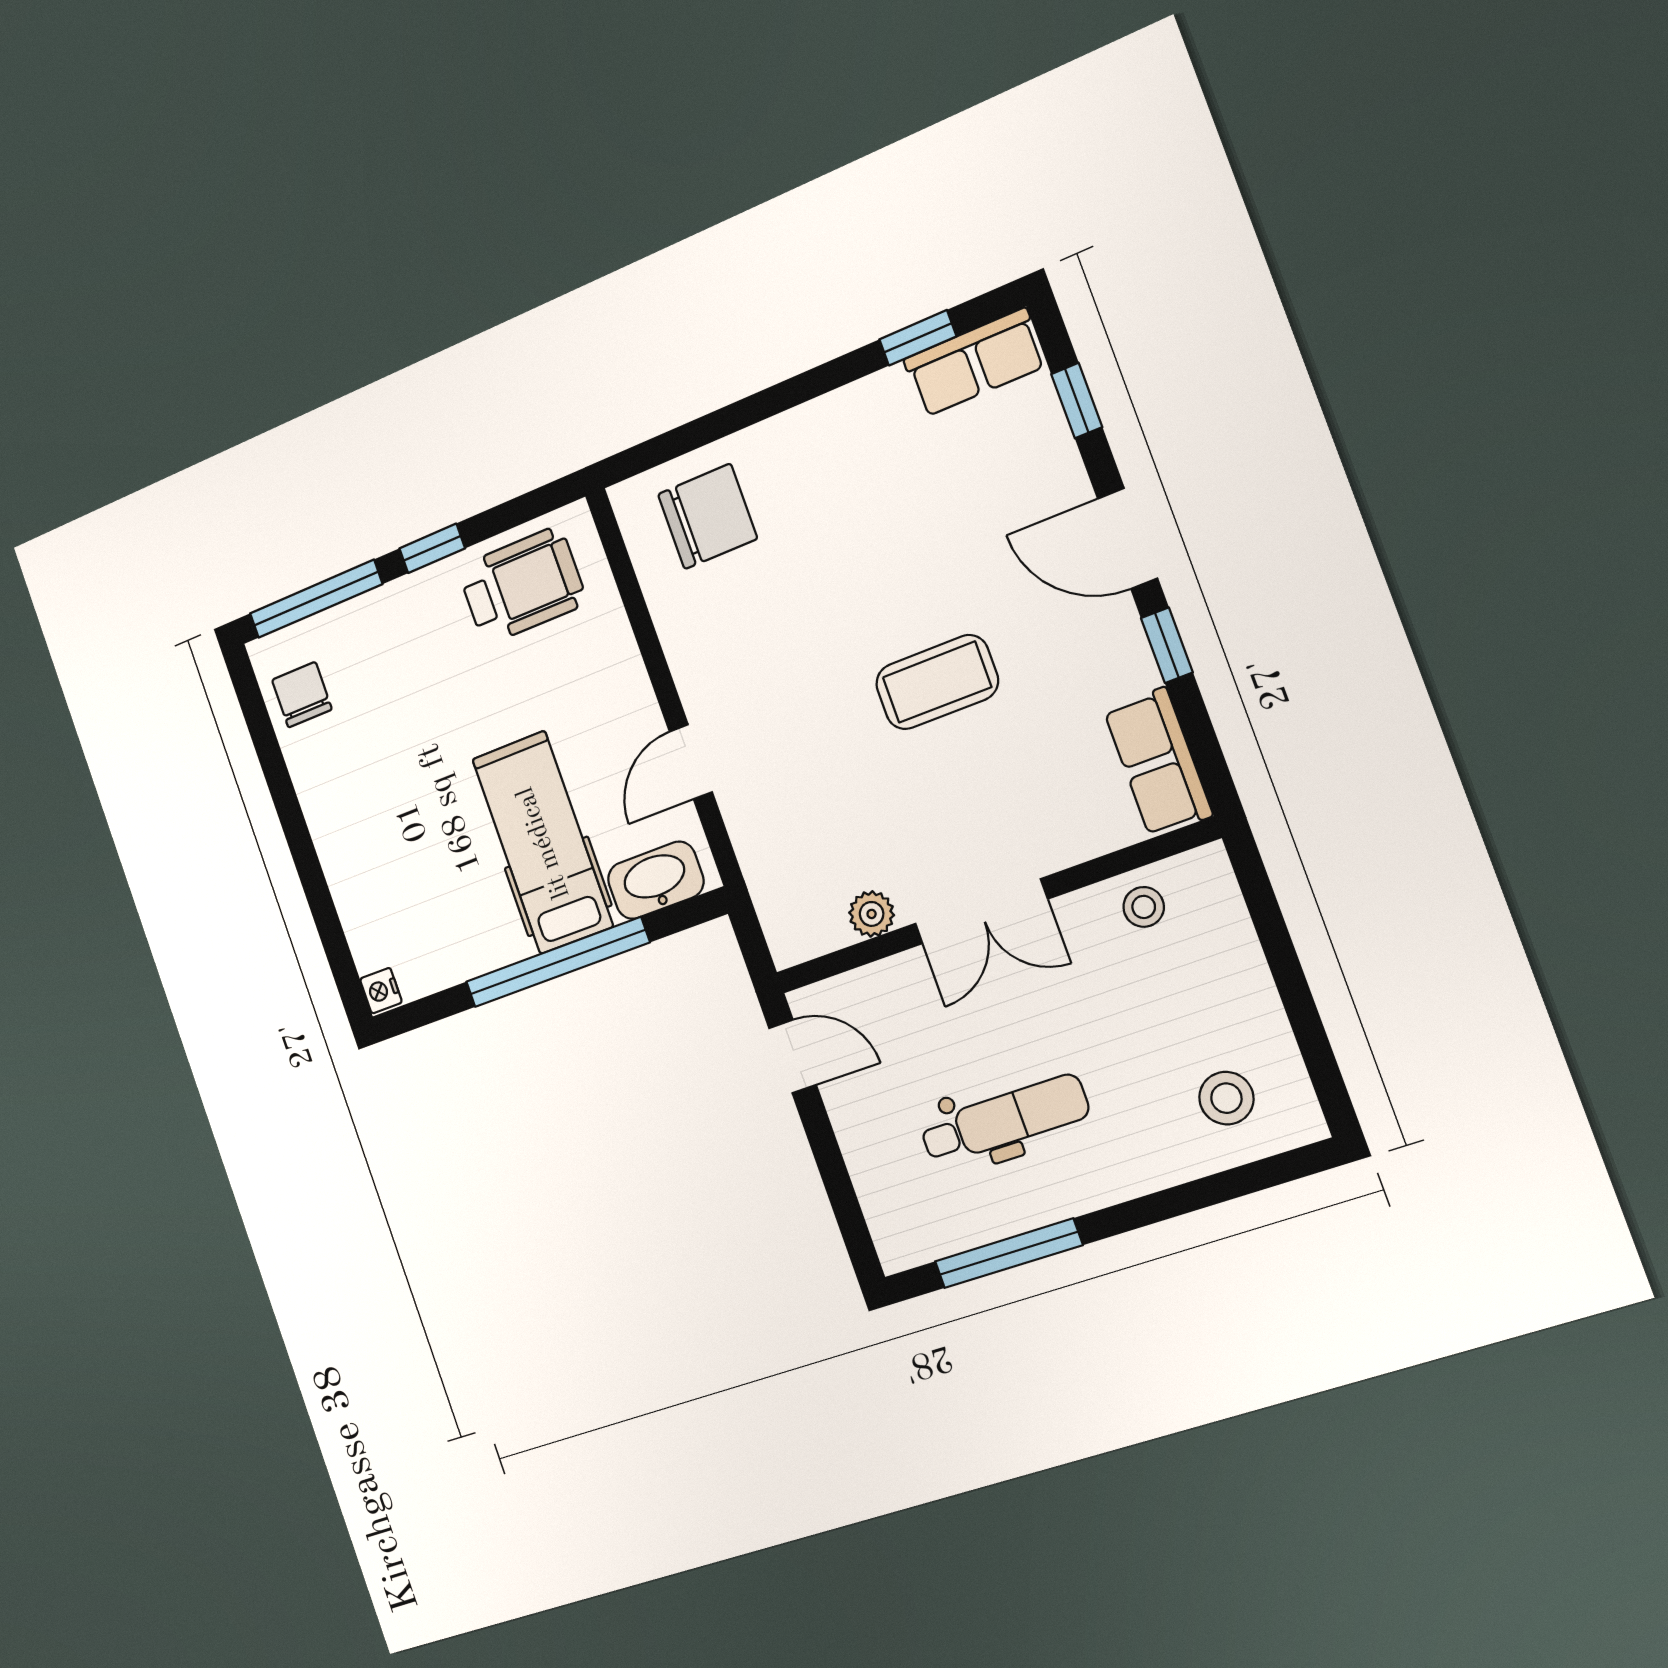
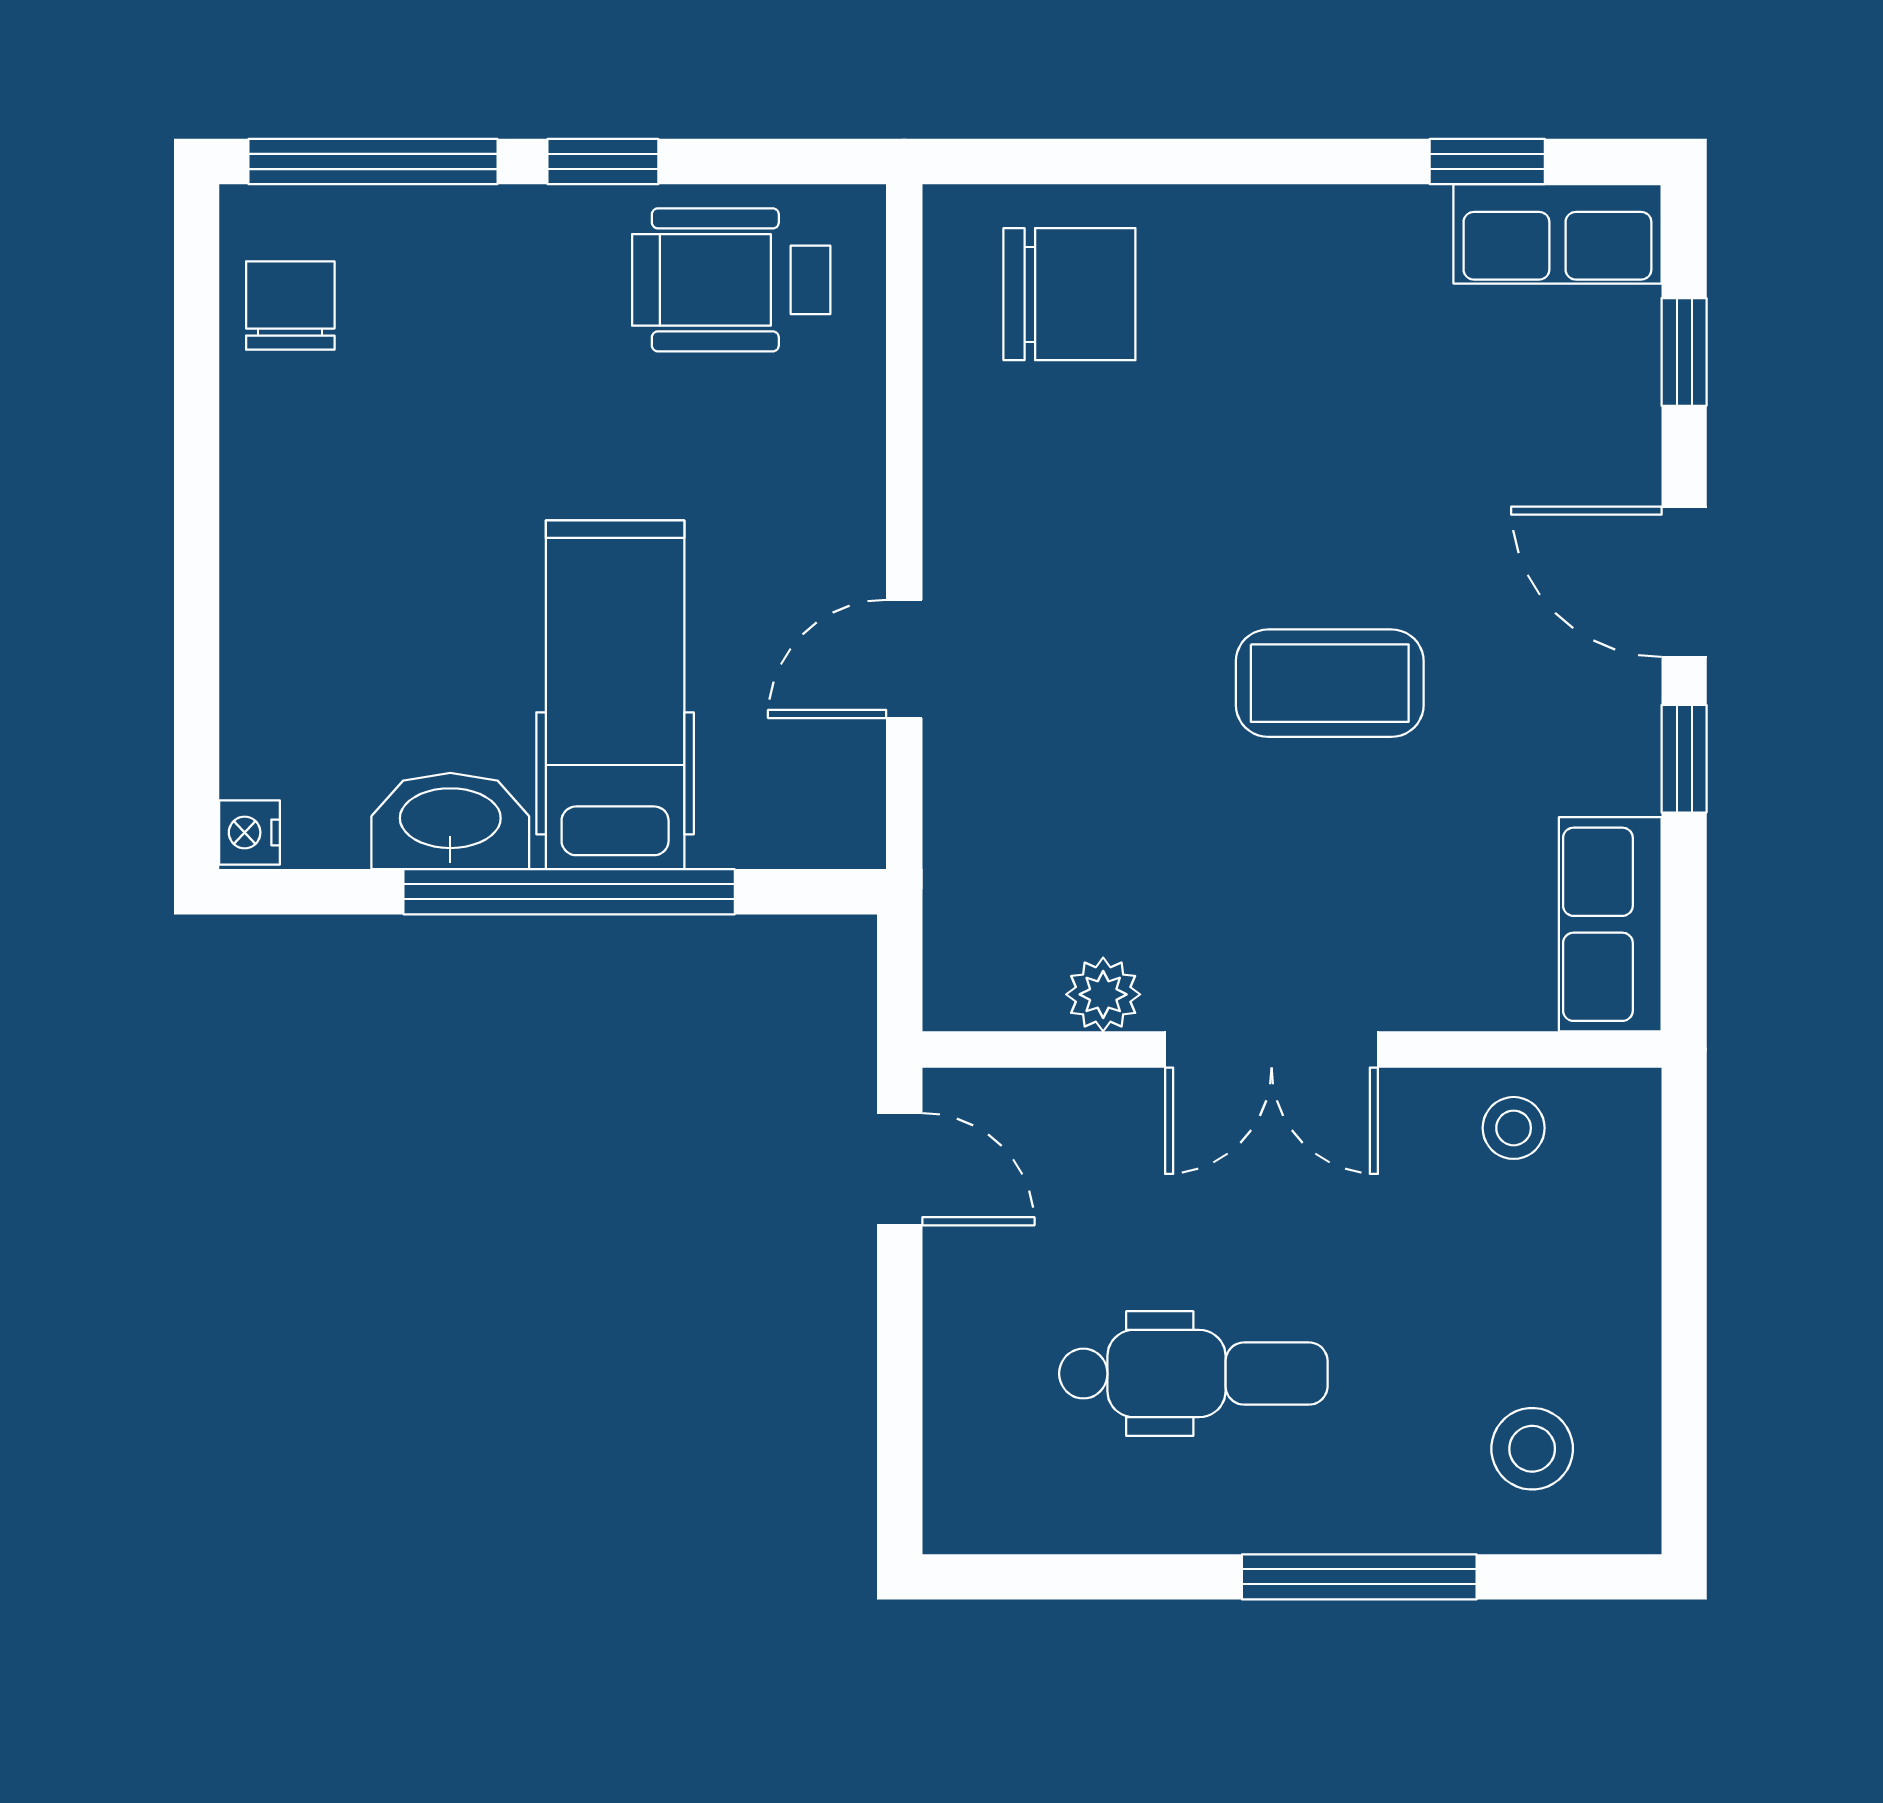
wheelchair: (522, 586) -> (731, 280), turned 180
washbasin: (656, 880) -> (450, 821), moved
window: (1008, 1253) -> (1359, 1577), moved

